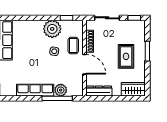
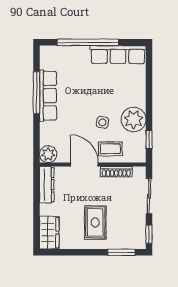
window: (147, 51) -> (121, 252), moved
rug: (126, 56) -> (95, 223), turned 90
door: (85, 64) -> (84, 165), swing flipped
plant: (61, 90) -> (48, 154), moved
window: (57, 98) -> (37, 93), moved

